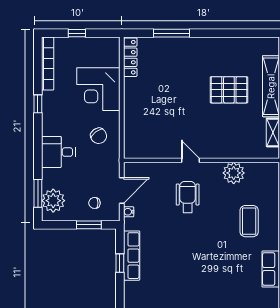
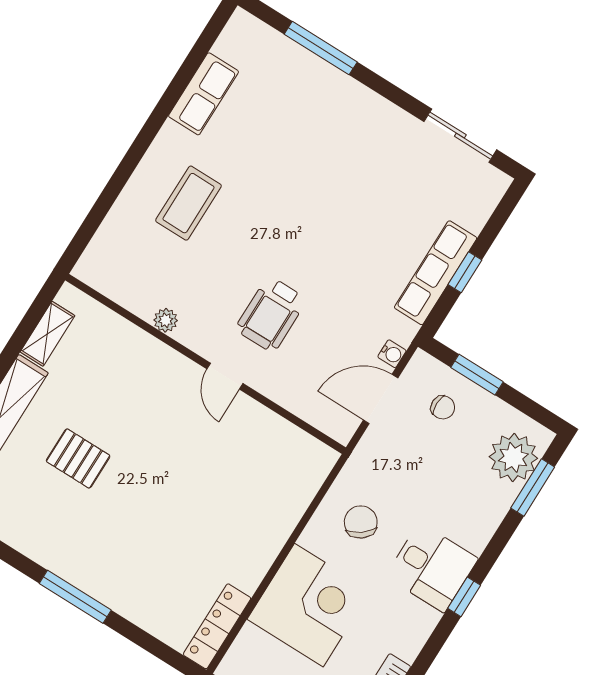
window: (171, 33) -> (75, 597), moved
pallet: (229, 90) -> (78, 458), width x0.67, depth x0.71
window: (38, 104) -> (464, 597), moved
desk: (58, 152) -> (432, 567), moved
plant: (234, 173) -> (166, 320), width x0.53, depth x0.53

